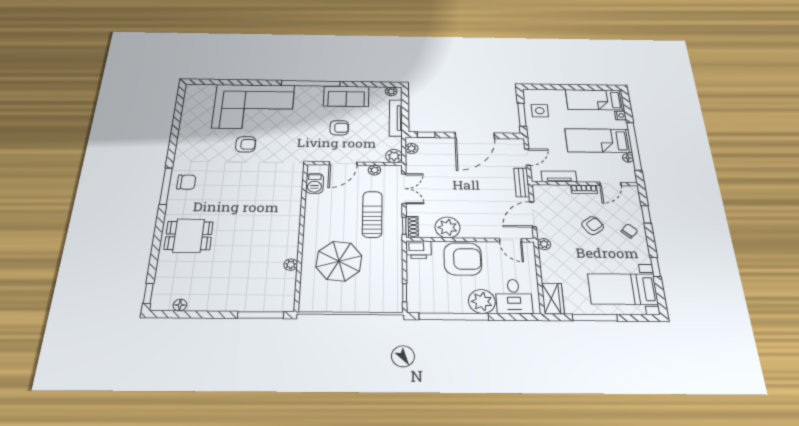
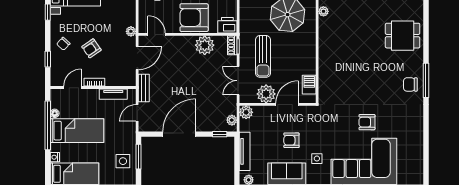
side table: (310, 110) -> (317, 159), added
plant: (374, 170) -> (266, 94), width x1.88, depth x1.88

